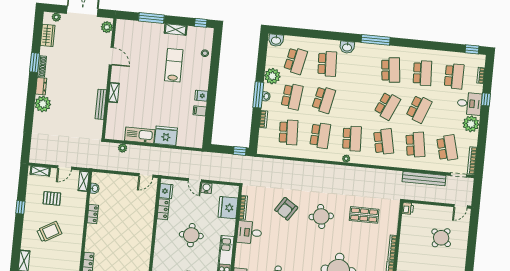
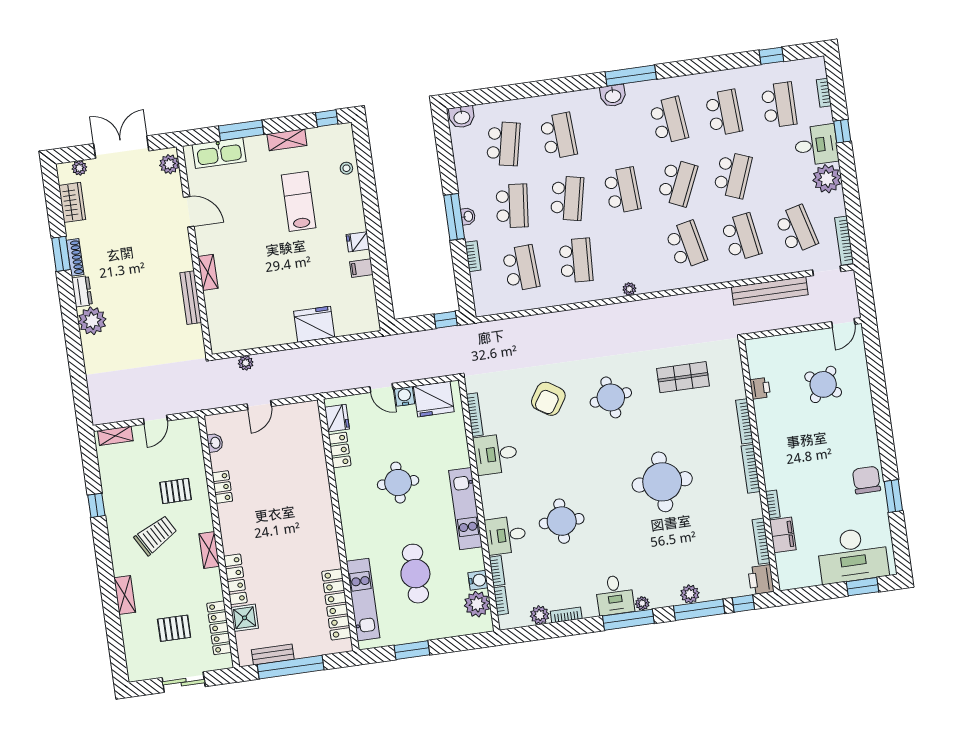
washbasin: (347, 47) -> (613, 96), moved
window: (472, 49) -> (771, 56), moved
plant: (272, 76) -> (470, 179), removed
kitchen sink: (140, 135) -> (219, 153), moved, turned 180
school desk: (352, 139) -> (622, 190), moved
door: (146, 175) -> (259, 405), moved
shelving: (84, 181) -> (209, 550), moved
pallet: (52, 198) -> (176, 491), moved
fridge: (228, 208) -> (434, 399), moved, turned -90
printer: (408, 208) -> (760, 388), moved

